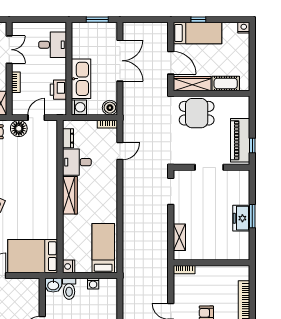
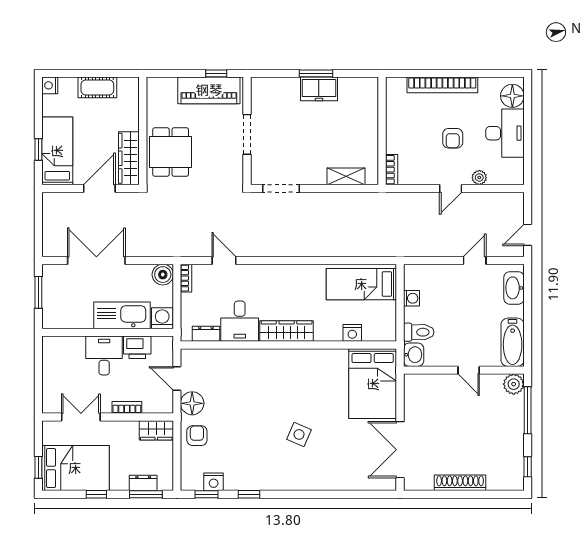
desk: (53, 45) -> (104, 355), moved
cot: (226, 83) -> (97, 87), moved, turned 90
nightstand: (69, 266) -> (352, 333), moved

